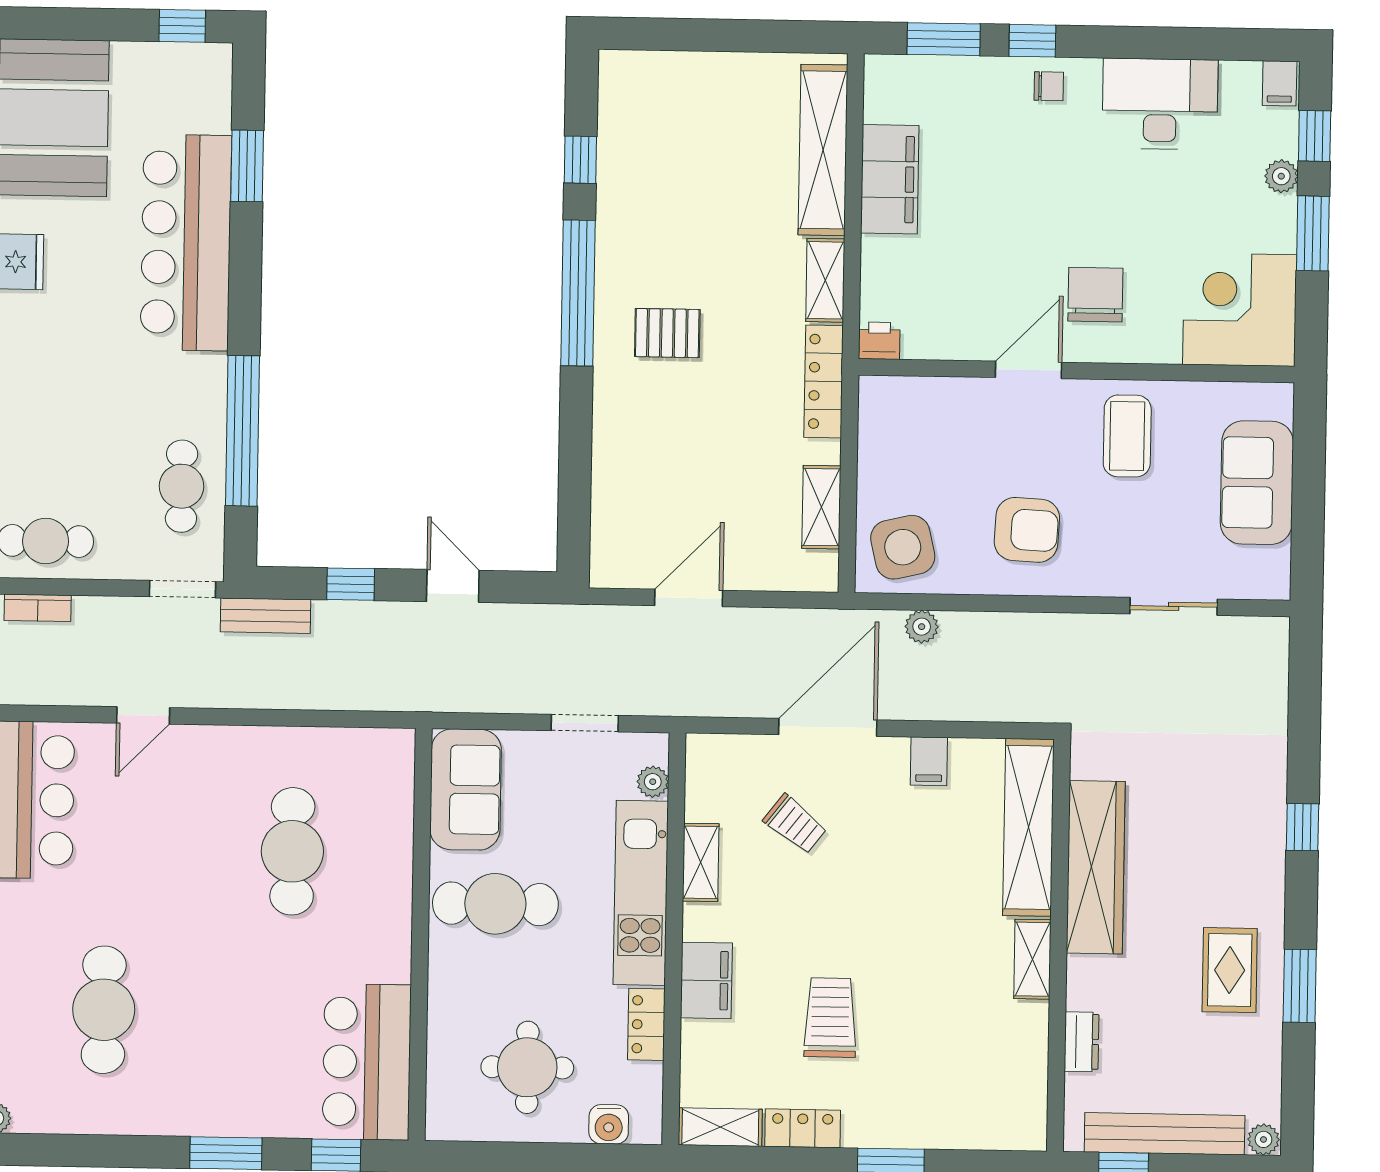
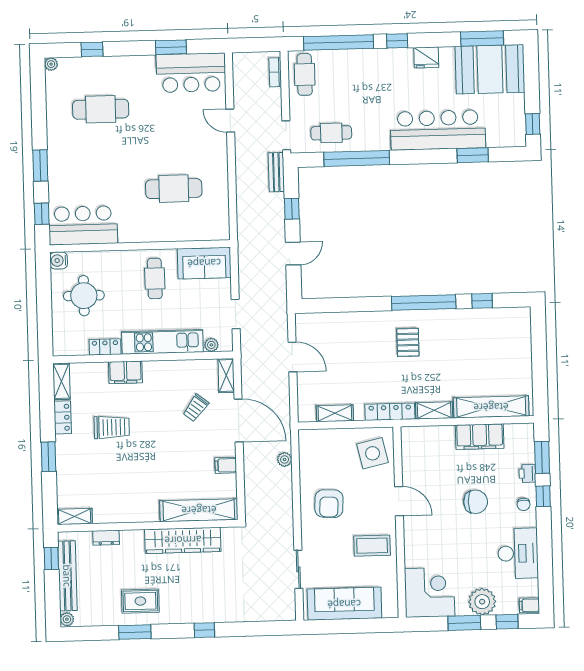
plant: (1281, 176) -> (482, 602), width x1.88, depth x1.88
chair: (1095, 295) -> (476, 502), moved
printer: (879, 341) -> (527, 473), moved, turned 180
sofa: (1257, 483) -> (344, 604), width x1.36
side table: (903, 547) -> (373, 453), moved
shelving: (701, 862) -> (226, 375), moved, turned 90
cafe table: (495, 904) -> (155, 278), width x0.73, depth x0.74
shelving: (1032, 959) -> (75, 516), moved
water cooler: (609, 1124) -> (59, 261), moved

